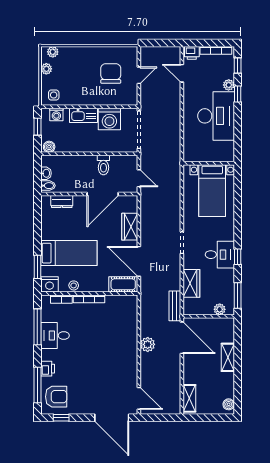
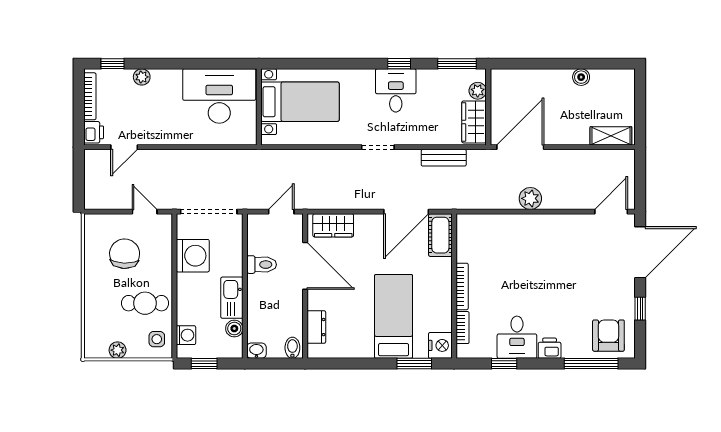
plant: (53, 52) -> (92, 341), removed
chair: (111, 74) -> (125, 254), turned 92
door: (139, 75) -> (145, 212), moved
cafe table: (78, 87) -> (145, 303), added
window: (238, 94) -> (155, 64), removed
kitchen sink: (84, 115) -> (232, 298), moved, turned 180
desk: (216, 116) -> (219, 96), moved
boiler: (49, 147) -> (234, 329), moved
washbasin: (46, 173) -> (256, 351), moved
wardrobe: (130, 227) -> (333, 225), moved
wardrobe: (191, 283) -> (474, 122), moved, turned -90
stool: (74, 285) -> (442, 309), removed
bench: (175, 306) -> (444, 158), moved
window: (37, 327) -> (504, 364), width x0.46
shelving: (228, 357) -> (550, 78), removed
printer: (48, 369) -> (550, 348), moved
boiler: (229, 404) -> (581, 77), moved
window: (61, 418) -> (640, 309), moved

